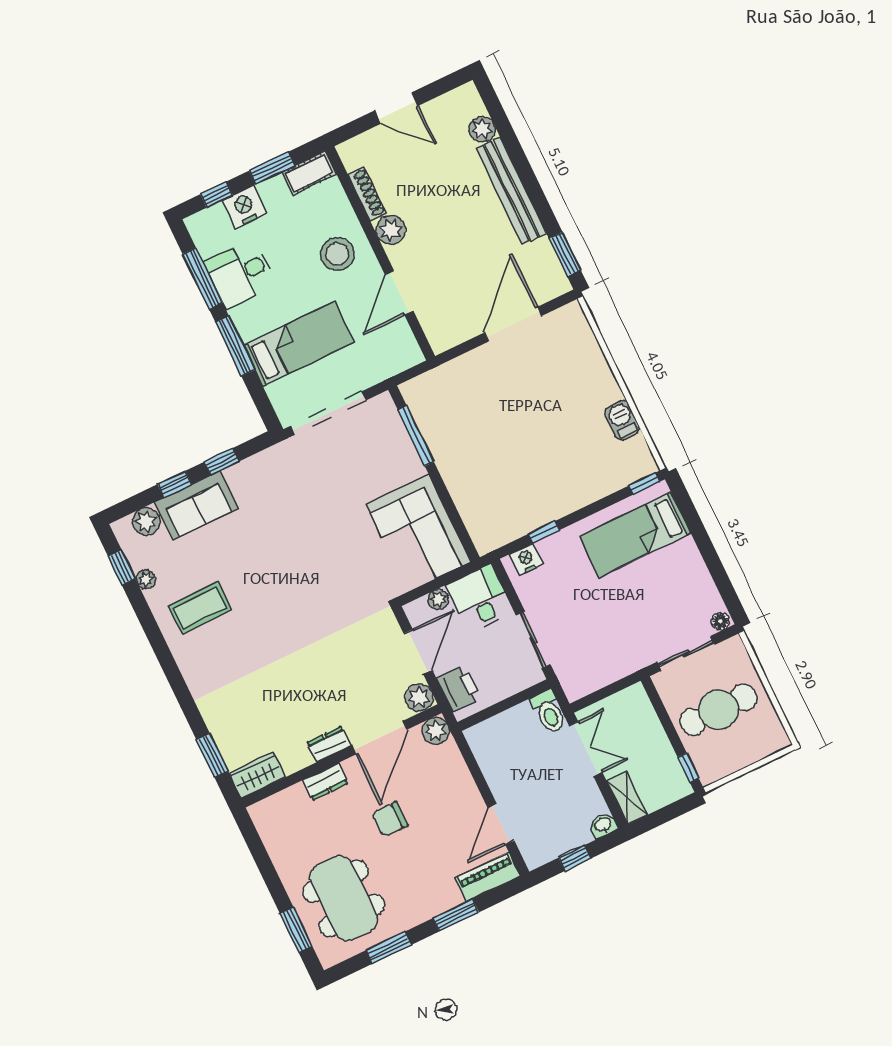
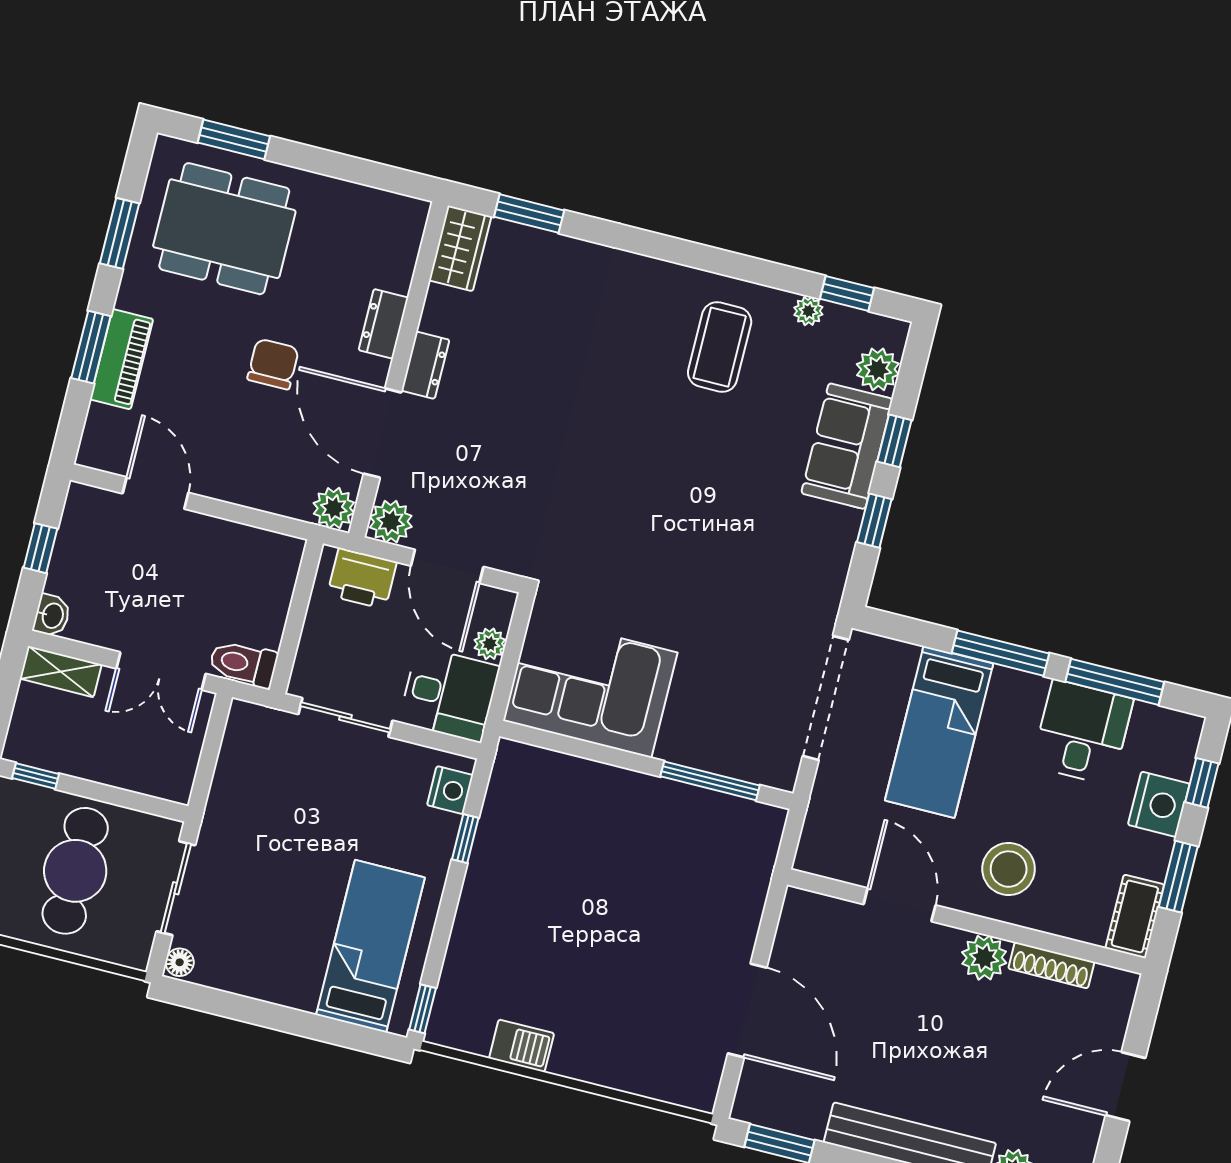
piano: (488, 877) -> (122, 359), moved

